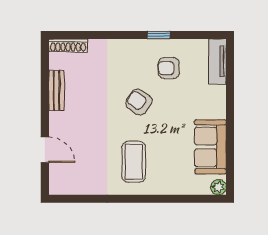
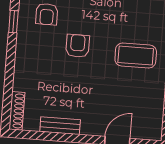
armchair: (139, 102) -> (78, 46), turned 146

